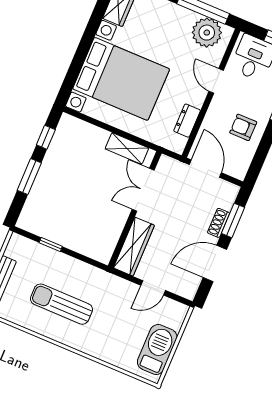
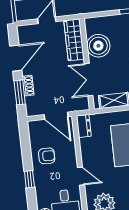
dresser: (187, 121) -> (84, 126), moved
double door: (143, 190) -> (89, 80), swing flipped
boiler: (109, 223) -> (98, 46), added

